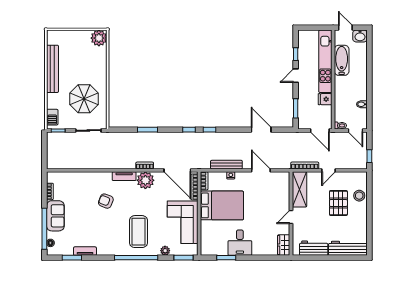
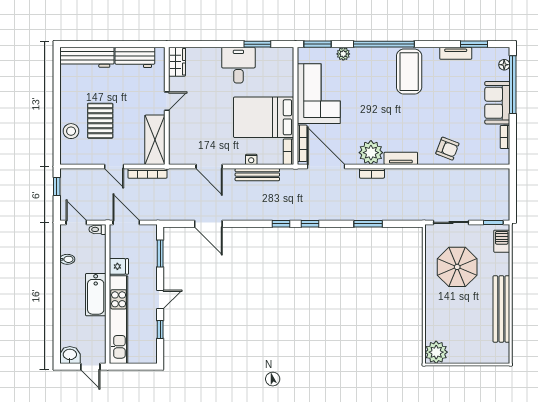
bathtub: (342, 60) -> (96, 295), moved
door: (329, 170) -> (114, 167), swing flipped
armchair: (106, 201) -> (447, 149), moved
coffee table: (138, 232) -> (409, 72), moved

